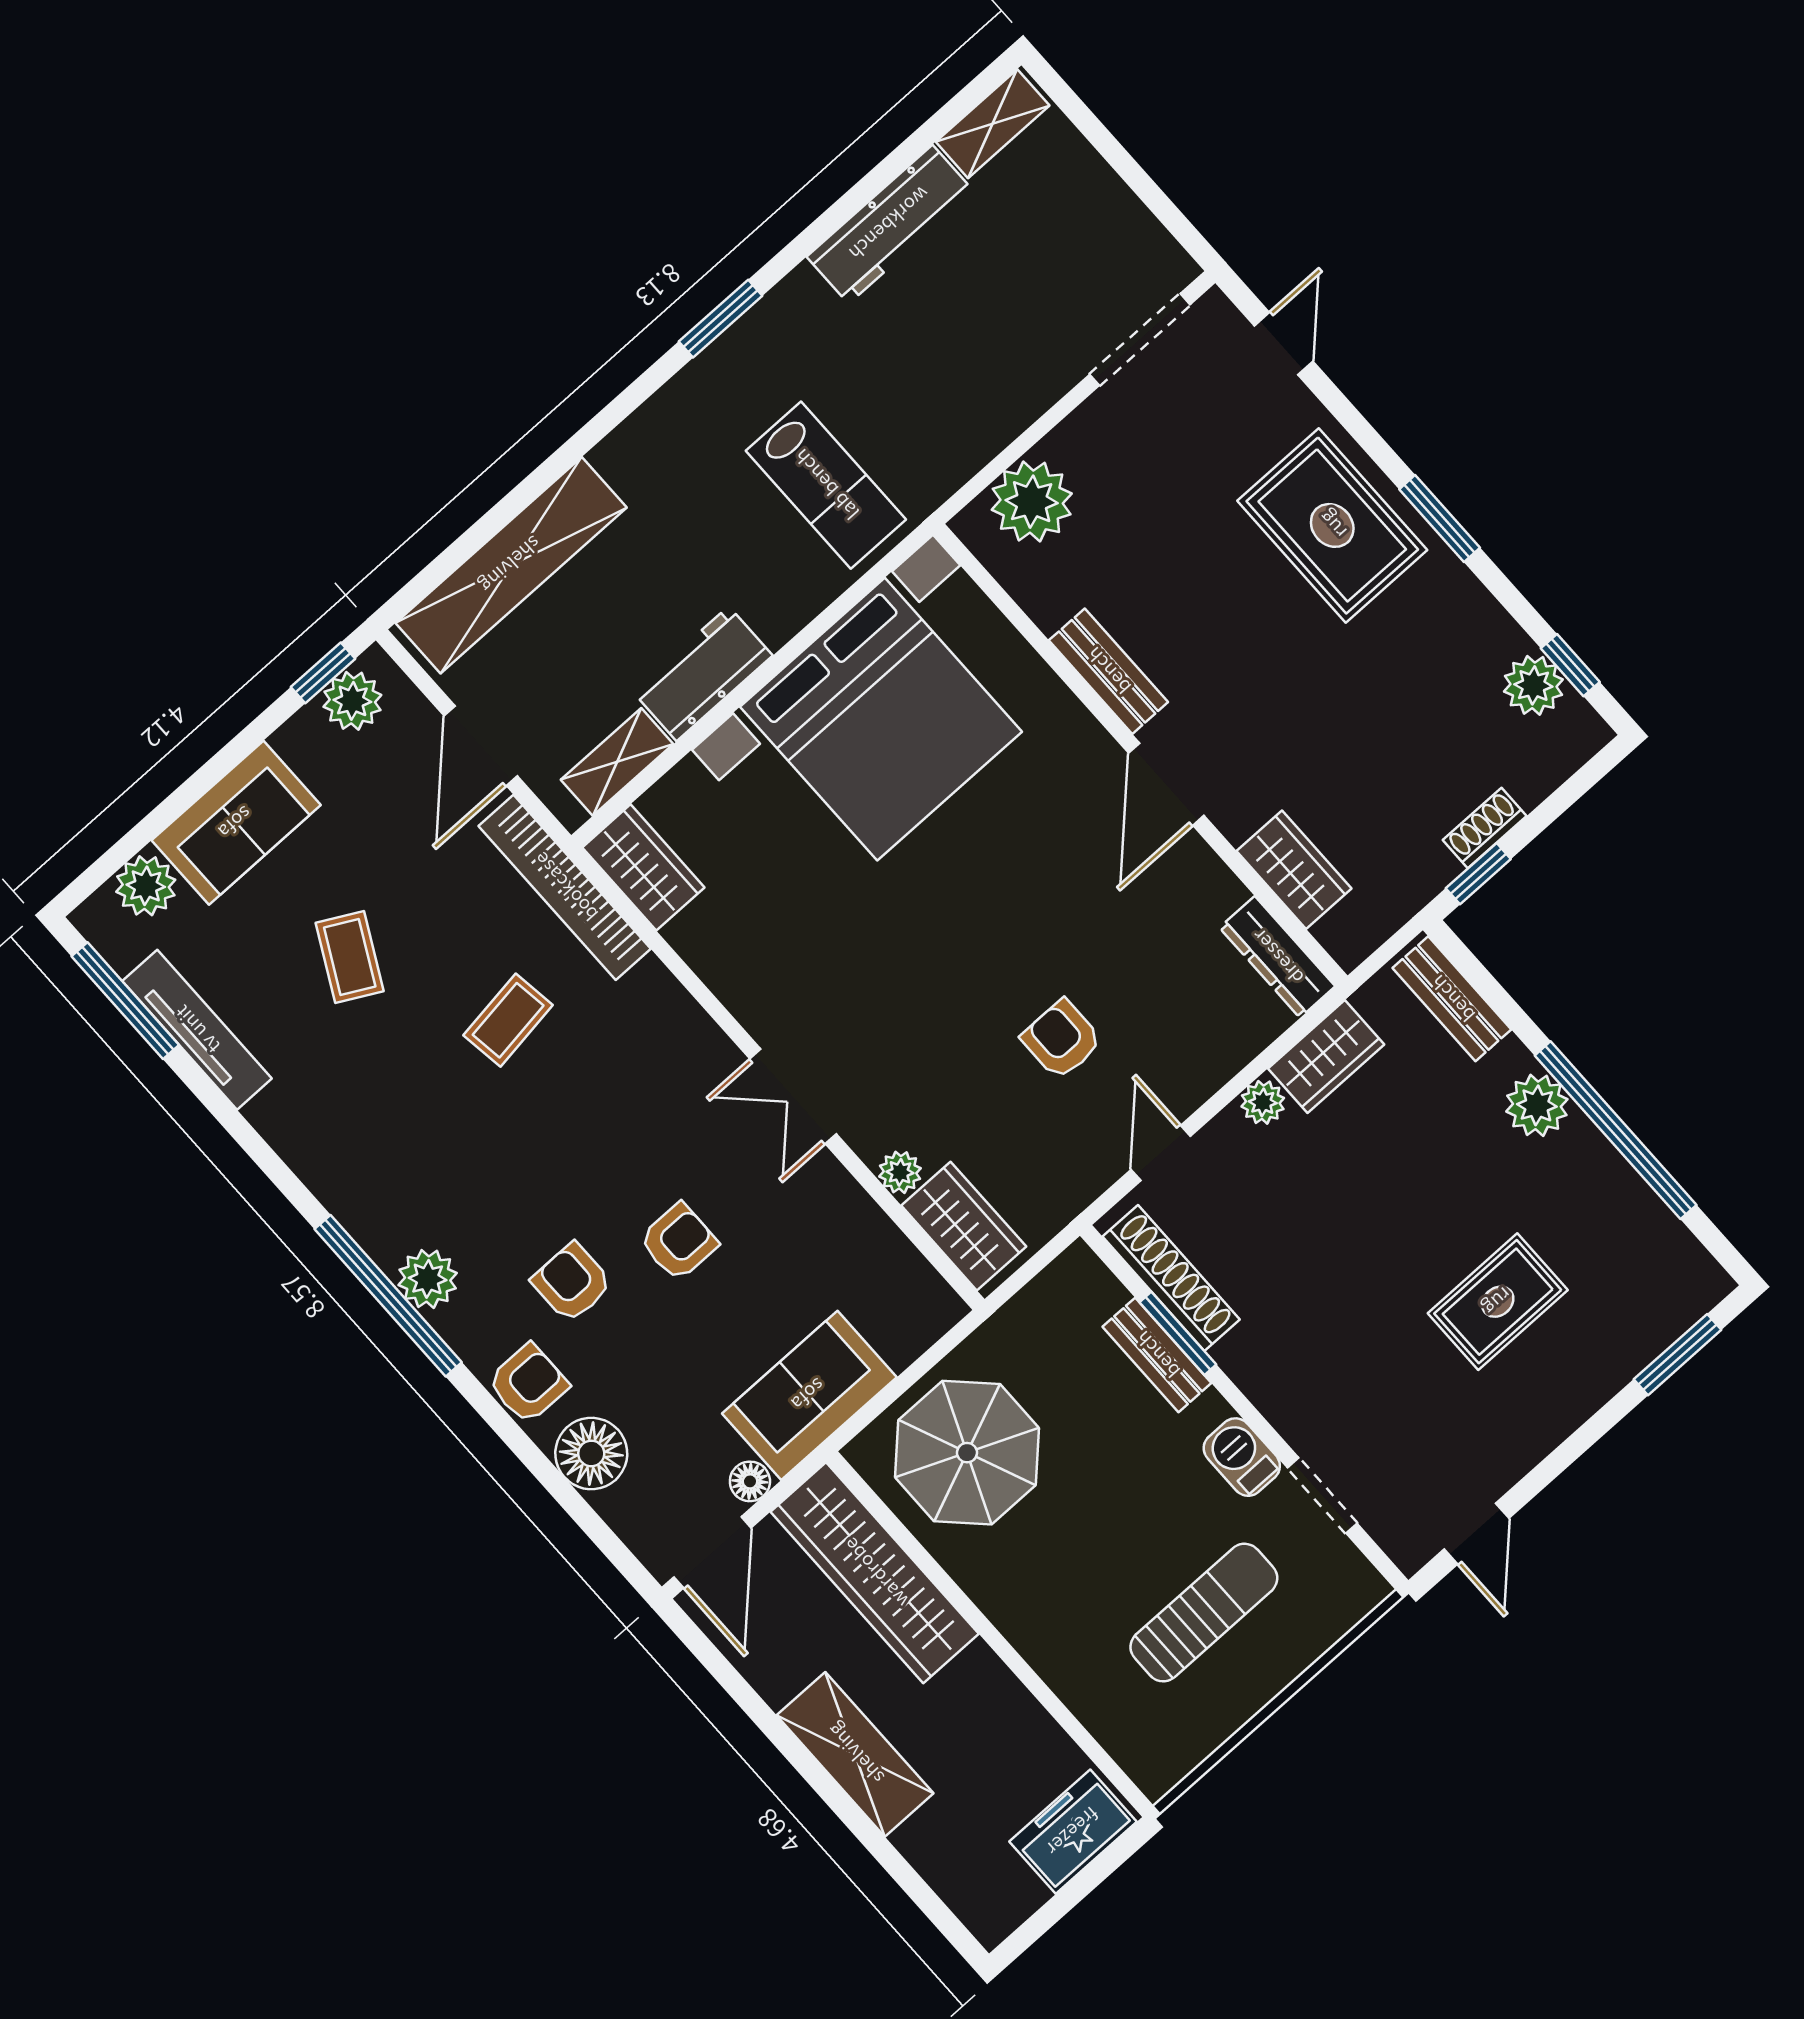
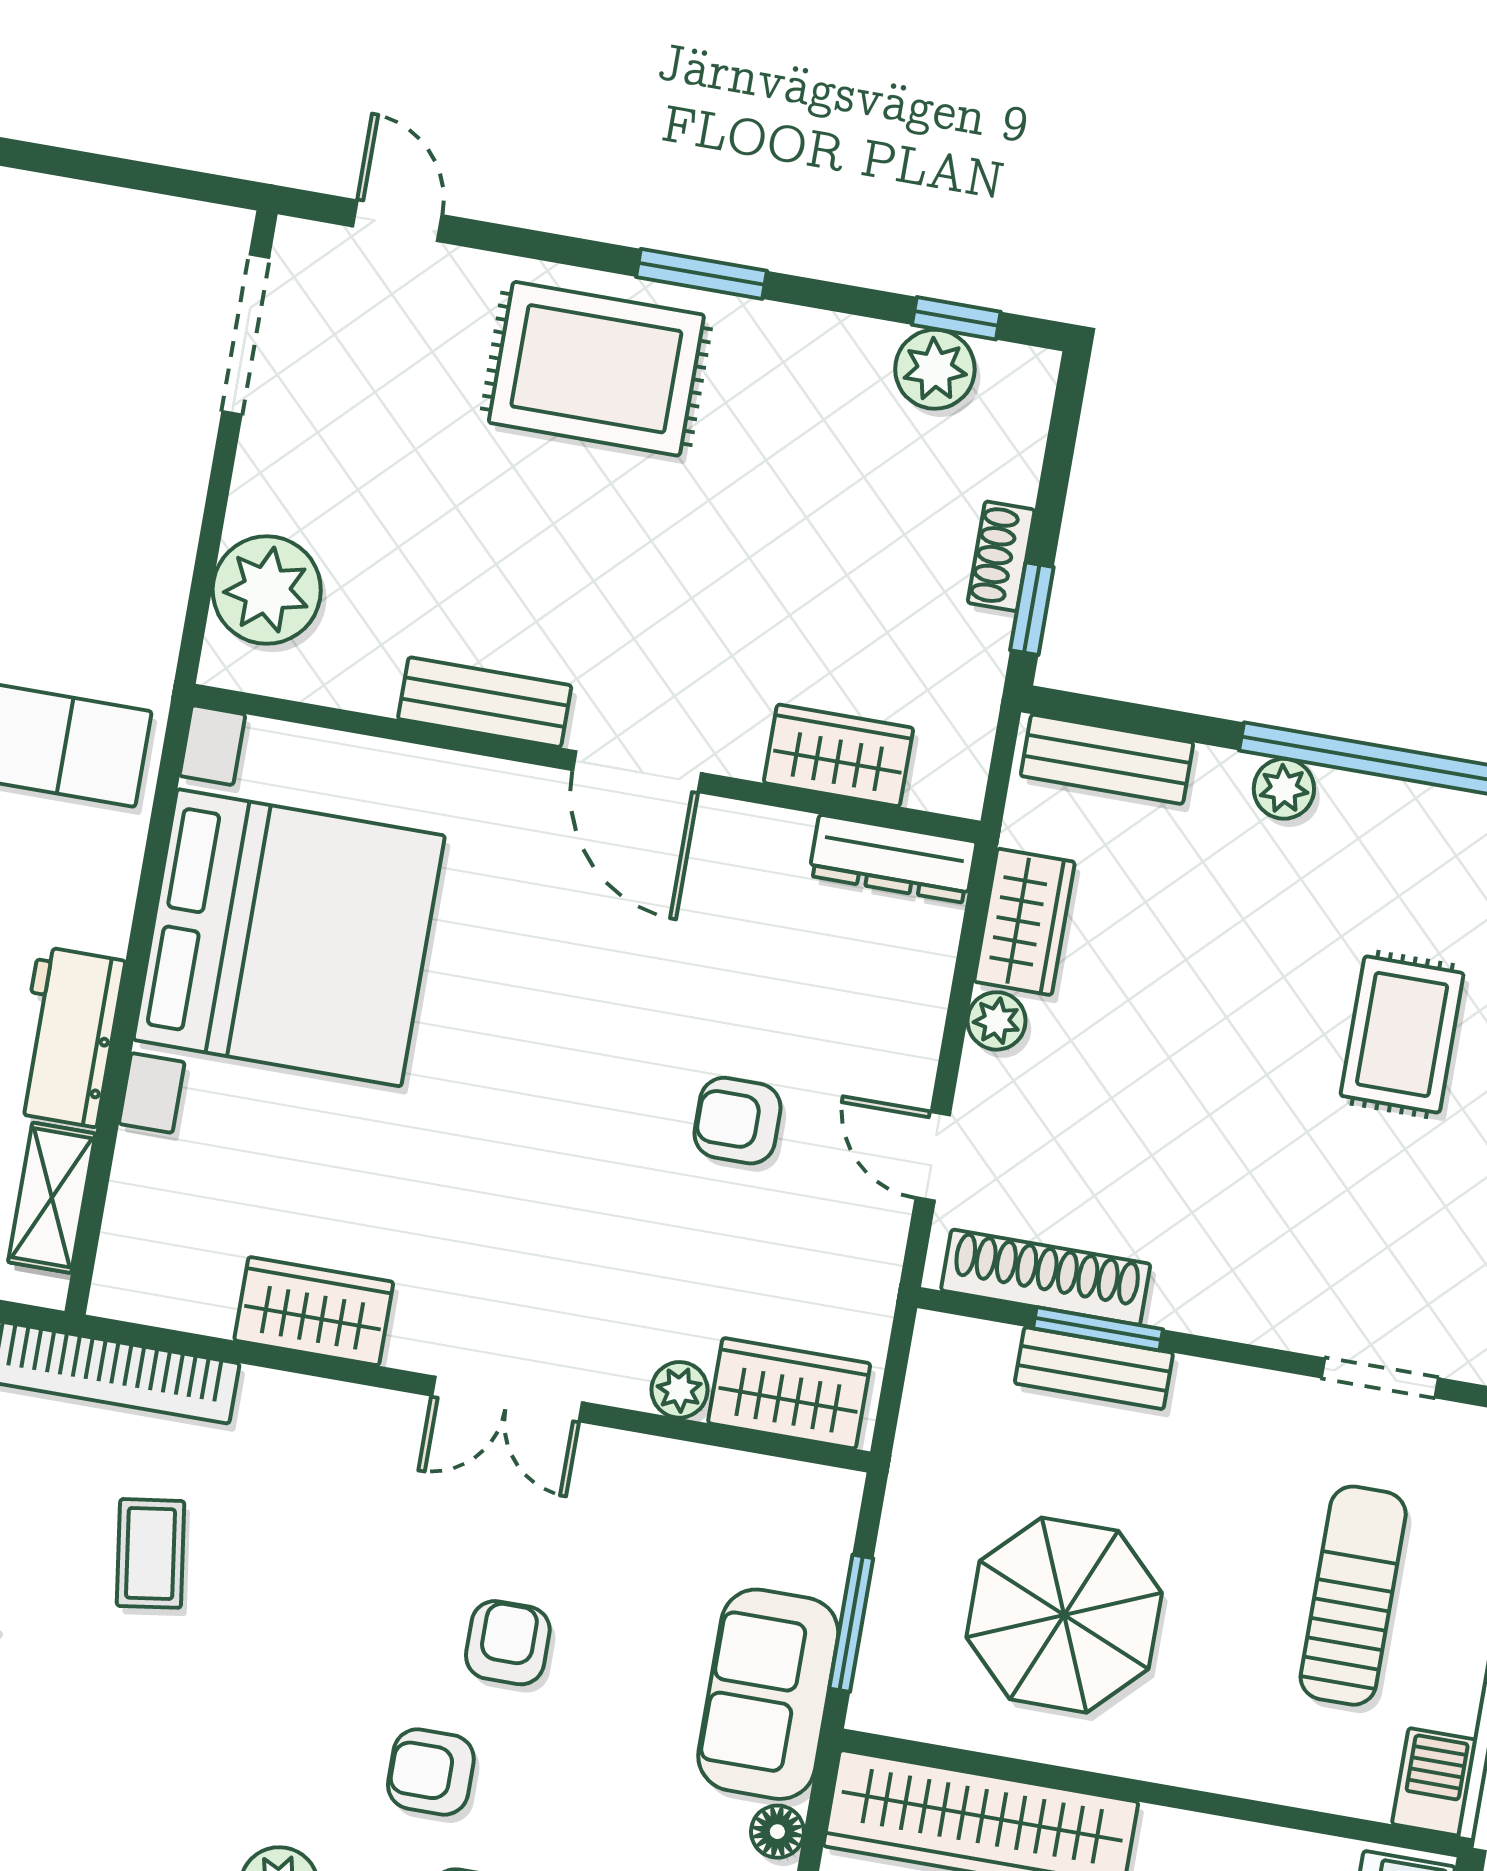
wardrobe: (643, 867) -> (314, 1311), moved
plant: (1537, 1105) -> (1284, 789), width x0.73, depth x0.73
window: (892, 1392) -> (851, 1623), added
parasol: (967, 1453) -> (1064, 1615), moved
barbecue: (1242, 1457) -> (1435, 1782), moved, turned 90

